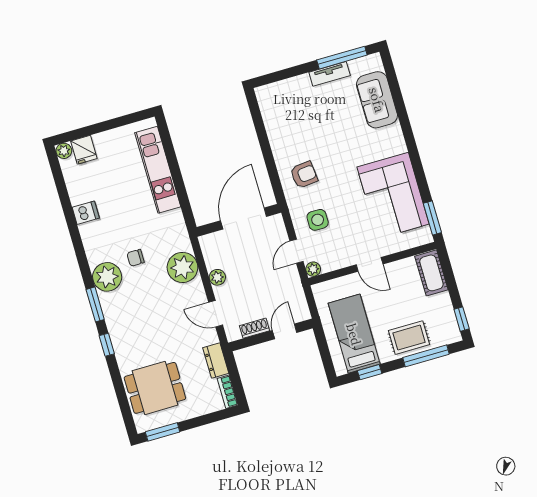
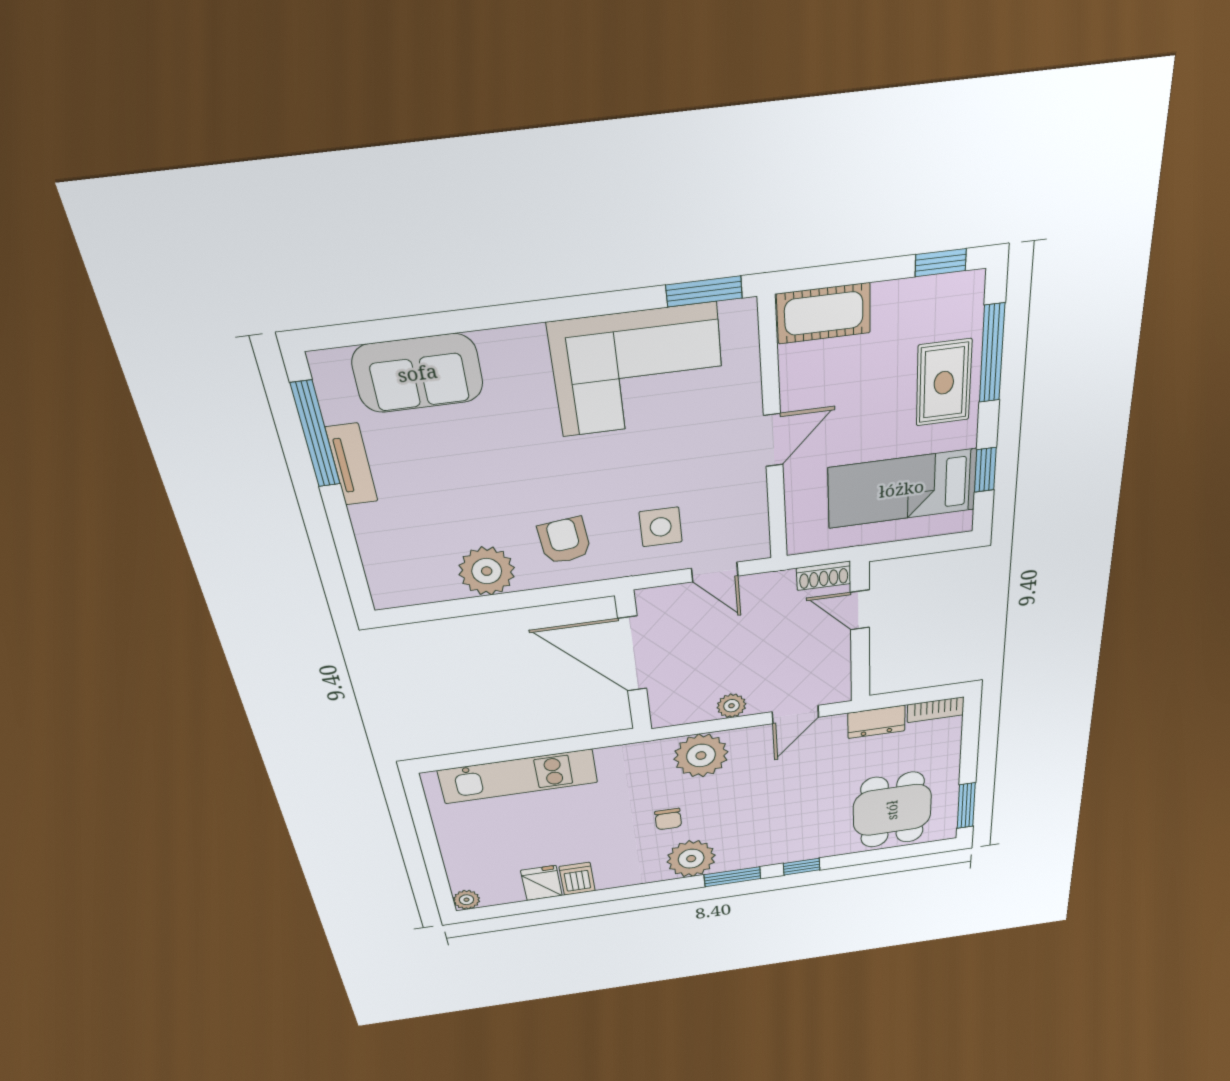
fridge: (84, 150) -> (541, 883), moved, turned -90
plant: (313, 269) -> (487, 571), moved, width x1.88, depth x1.88
shoe rack: (254, 328) -> (824, 576), moved, turned -90

